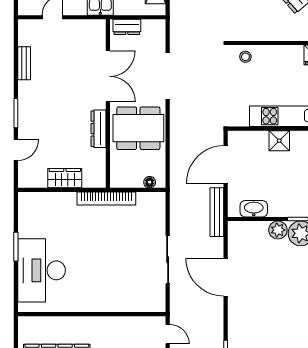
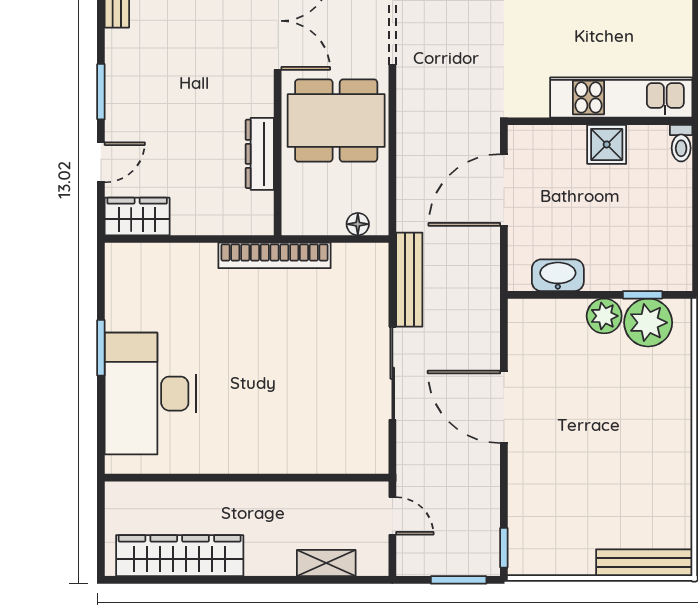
dresser: (99, 129) -> (260, 154), moved
wardrobe: (65, 178) -> (137, 216), moved
bench: (217, 212) -> (409, 280), moved

